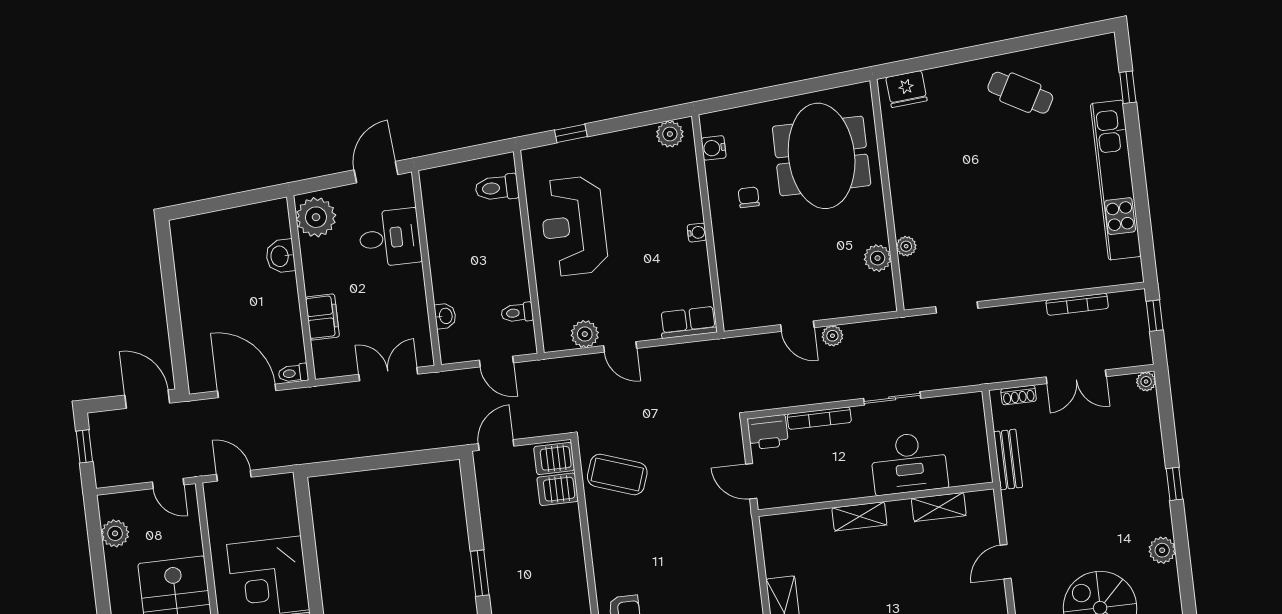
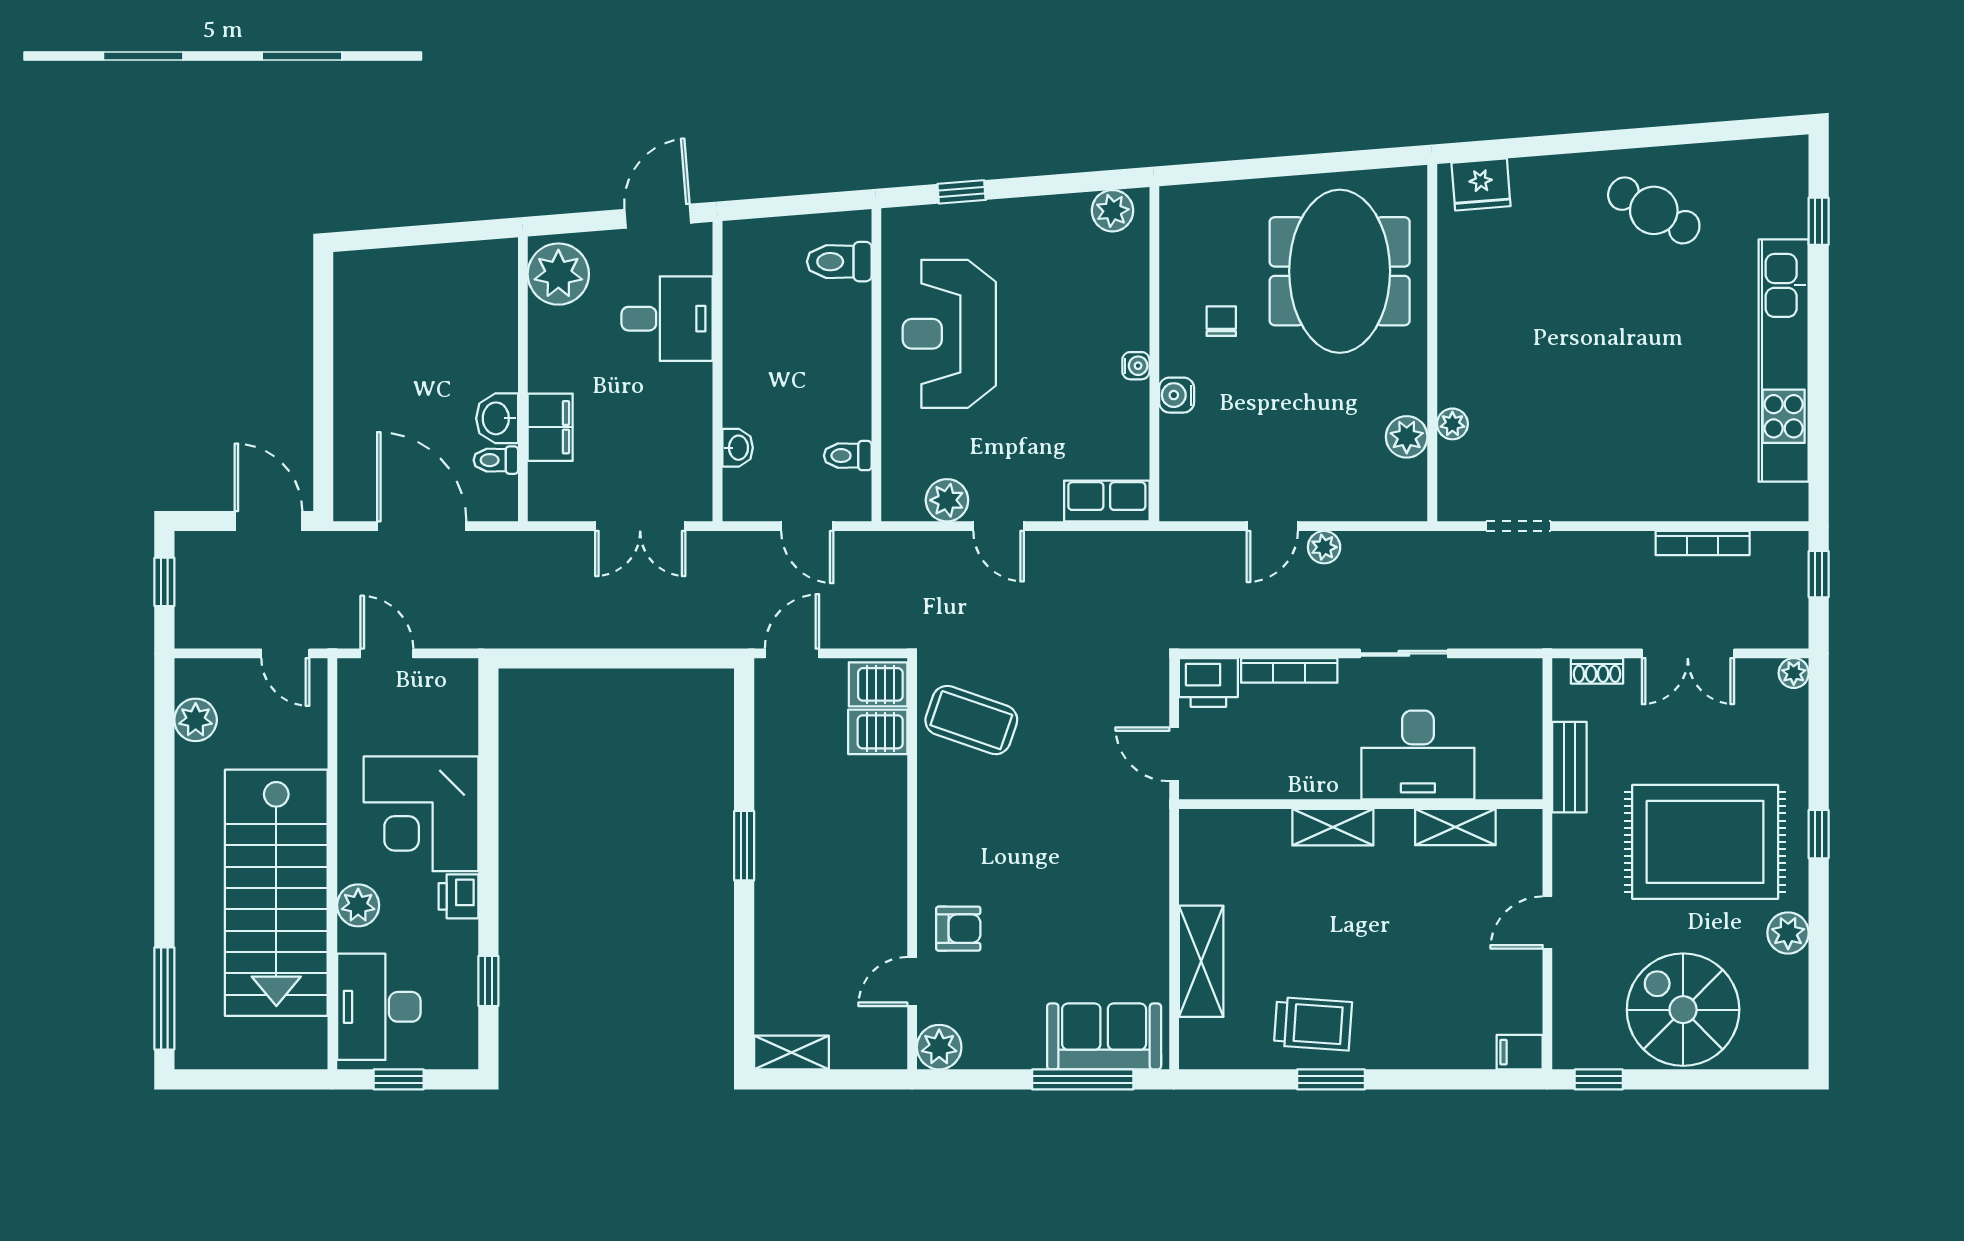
water cooler: (714, 148) -> (1177, 395), moved
washbasin: (280, 256) -> (497, 418), moved
door: (797, 326) -> (1272, 526), hinge flipped
toilet: (293, 373) -> (496, 460), moved
double door: (388, 374) -> (640, 526), swing flipped
rug: (1102, 498) -> (1705, 842), added

